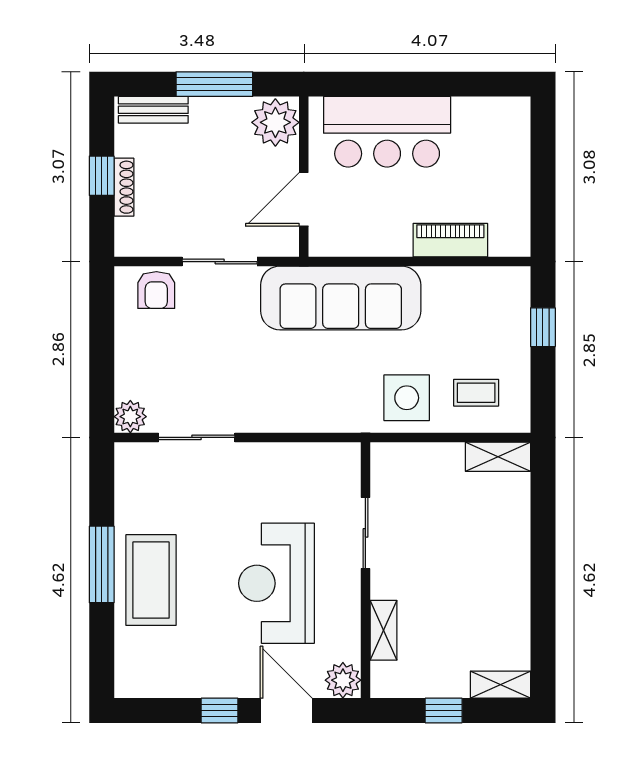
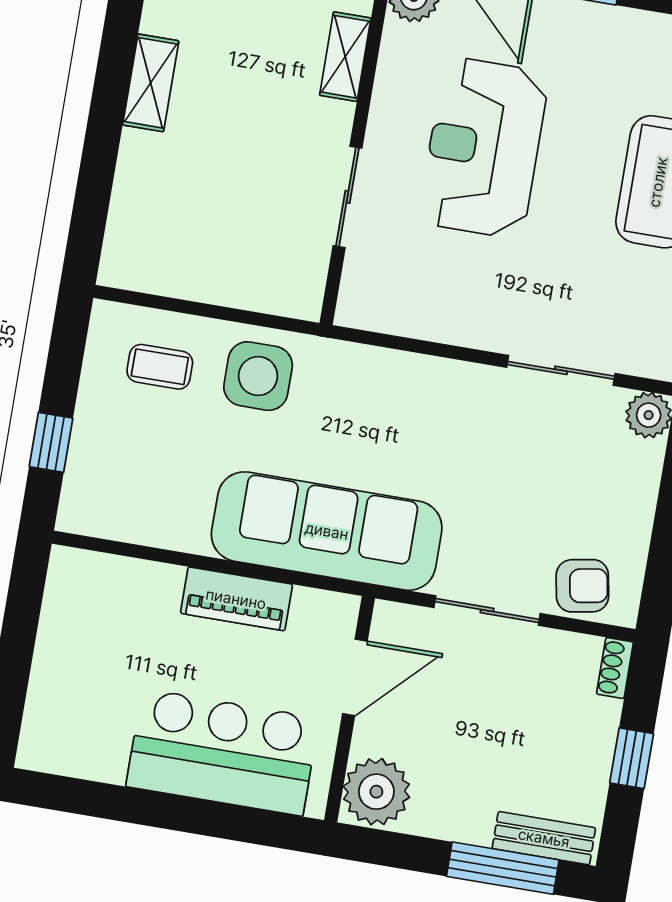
window: (214, 84) -> (503, 868), moved
shoe rack: (124, 187) -> (615, 668), moved, width x0.70
piano: (450, 240) -> (236, 599), moved
armchair: (156, 290) -> (582, 586), turned 80
shelving: (498, 457) -> (151, 83), moved, turned 90
reception desk: (277, 583) -> (484, 148), turned 180

